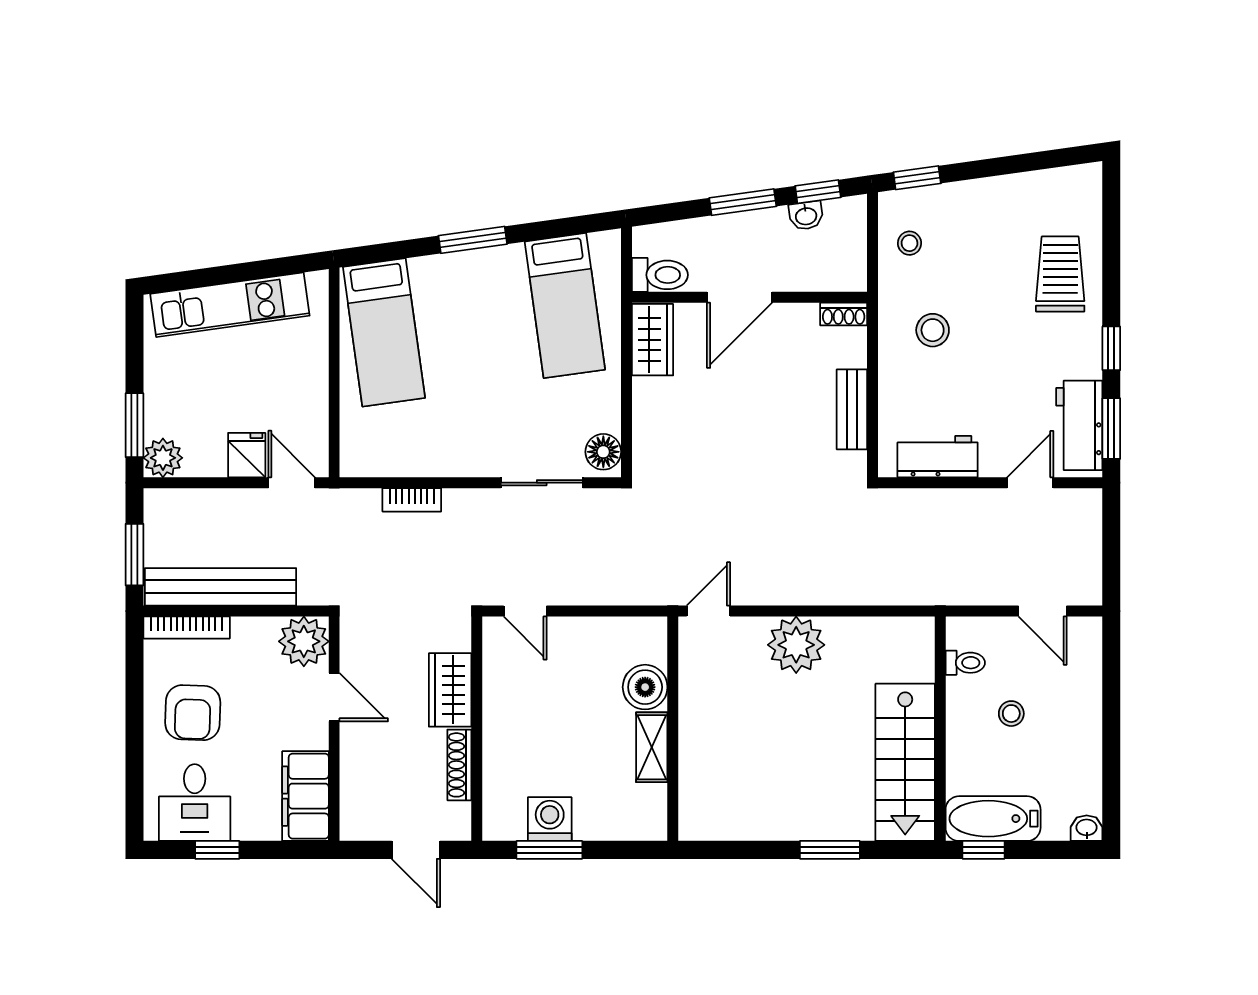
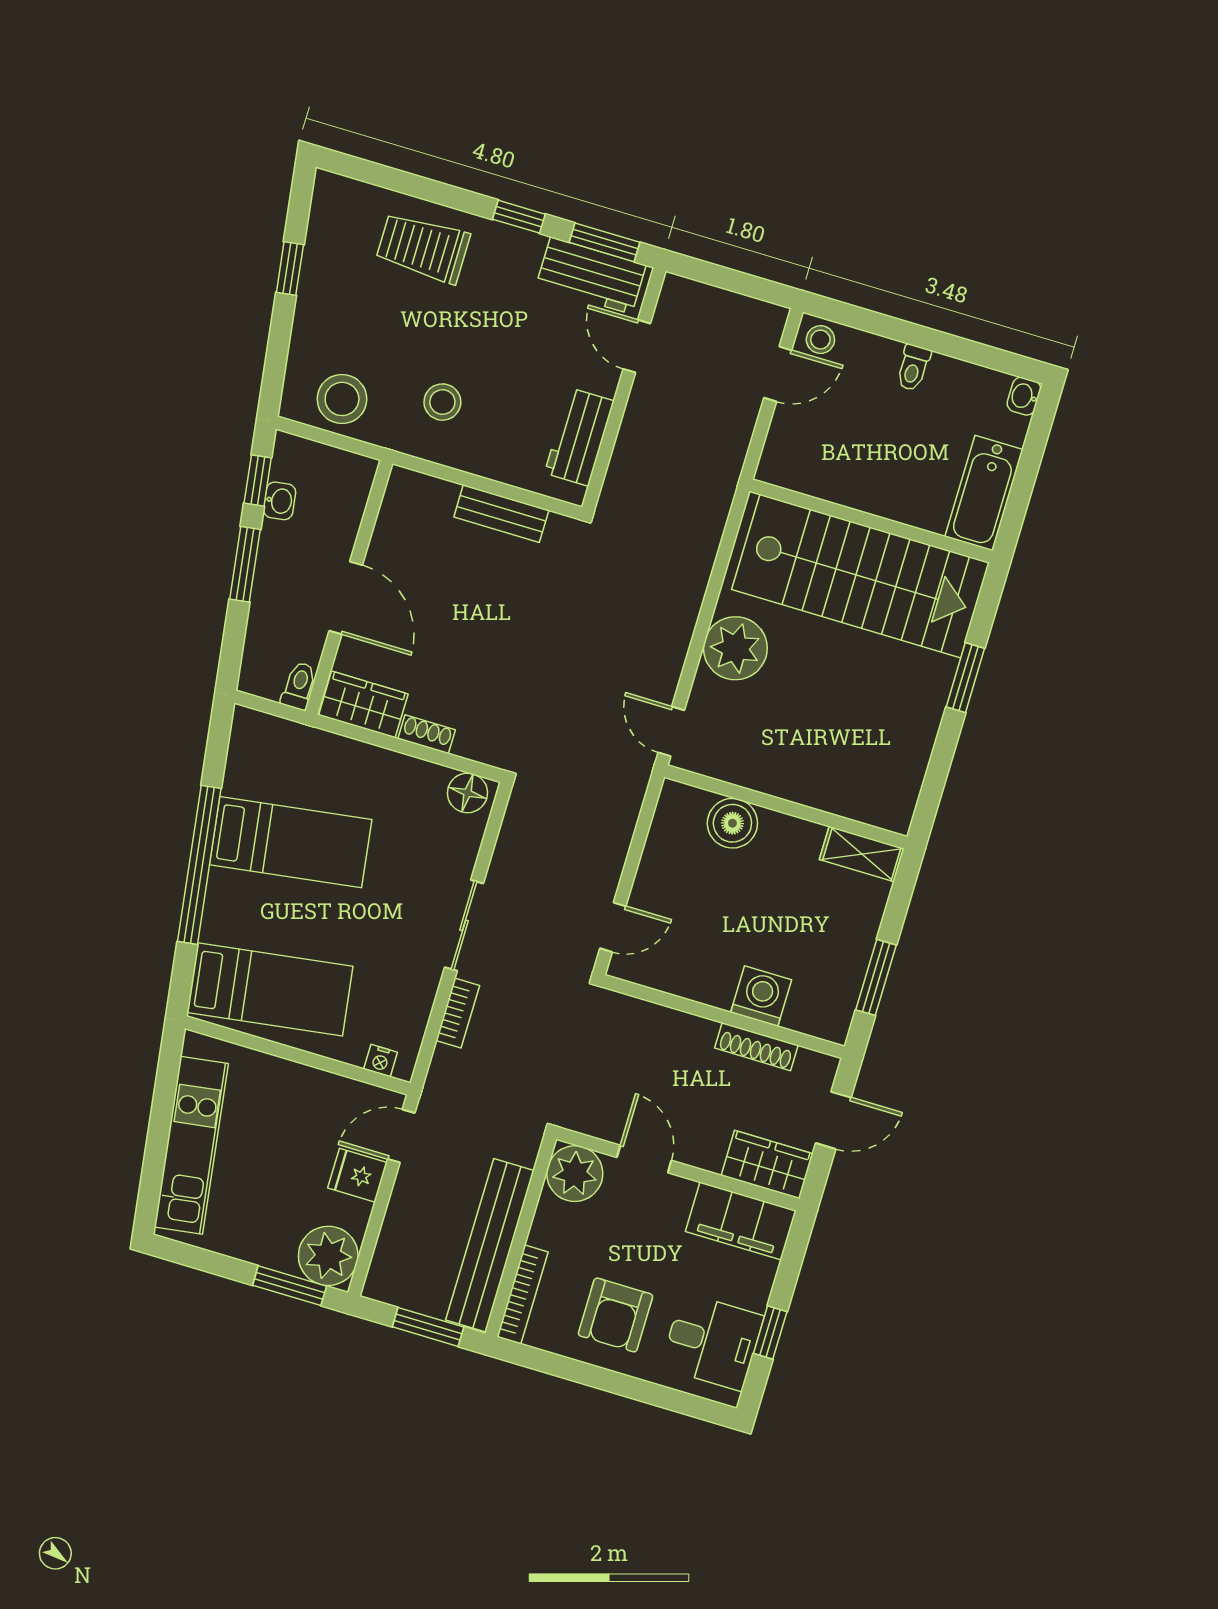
window: (917, 178) -> (290, 268), moved
window: (473, 240) -> (199, 865), width x2.11
stool: (909, 243) -> (342, 399), width x1.89, depth x1.89
toilet: (660, 275) -> (299, 686), width x0.73, depth x0.72
bed: (565, 306) -> (291, 842), moved
shoe rack: (844, 314) -> (427, 734), moved, turned -90
nightstand: (351, 446) -> (381, 1061), added
plant: (163, 458) -> (328, 1256), width x1.36, depth x1.36
sliding door: (542, 483) -> (464, 925), moved
toilet: (965, 663) -> (913, 368), moved, turned 180
wardrobe: (450, 690) -> (767, 1165), moved, turned 180
door: (334, 697) -> (644, 1159), hinge flipped
armchair: (193, 713) -> (616, 1315), turned 88
stool: (1011, 714) -> (820, 340), moved
shelving: (652, 747) -> (862, 854), moved
stairs: (905, 762) -> (860, 576), width x1.36, depth x1.51
washing machine: (550, 819) -> (761, 996), moved, turned 90
window: (983, 850) -> (1014, 513), removed

